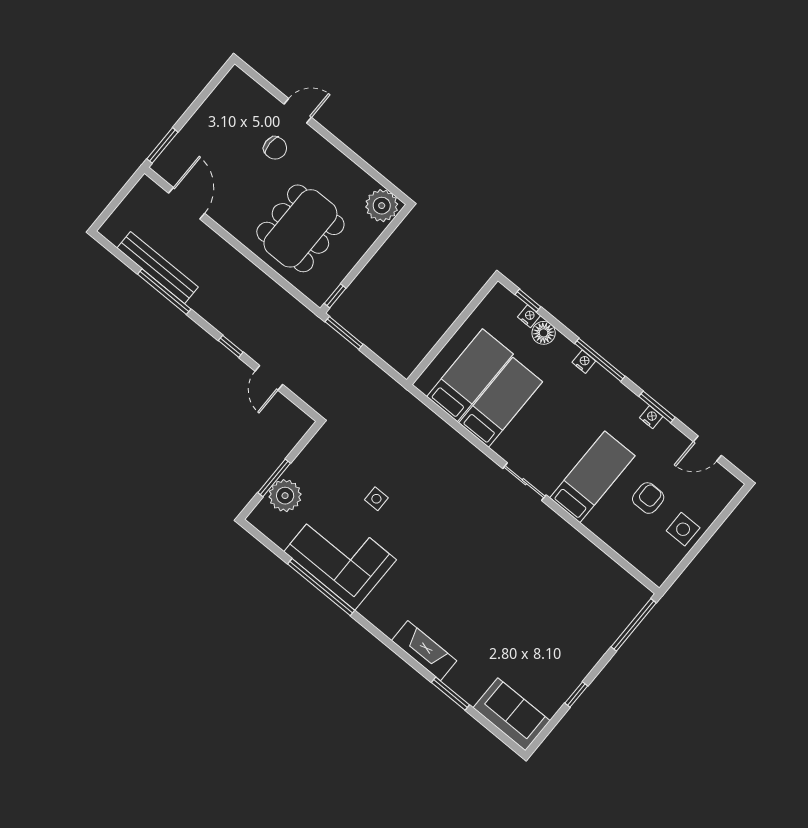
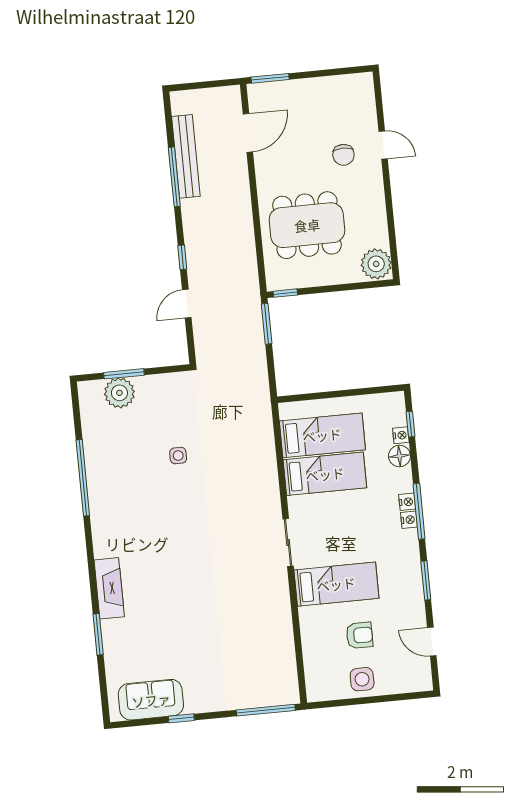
nightstand: (651, 417) -> (409, 520), moved
corner sofa: (340, 556) -> (116, 469), removed
sofa: (512, 714) -> (151, 700), moved, turned -90

